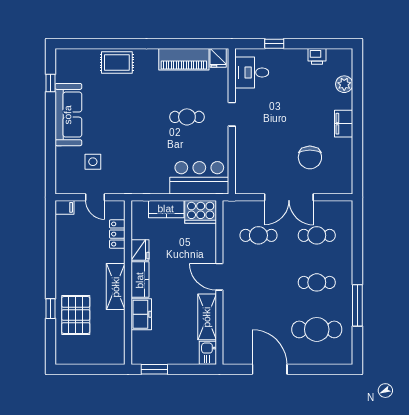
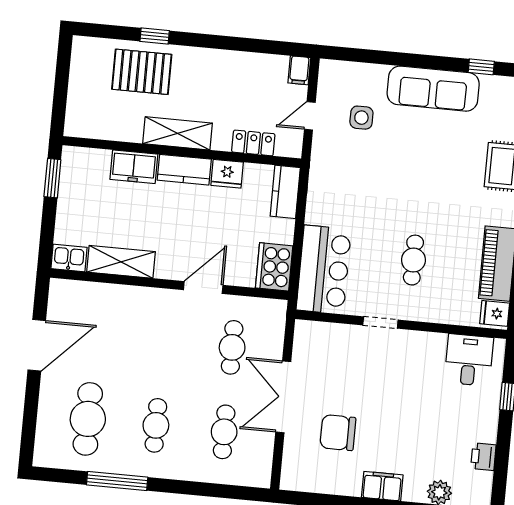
doorway: (232, 114) -> (380, 322), moved
kitchen counter: (166, 209) -> (285, 192), moved
door: (219, 277) -> (203, 288), moved

